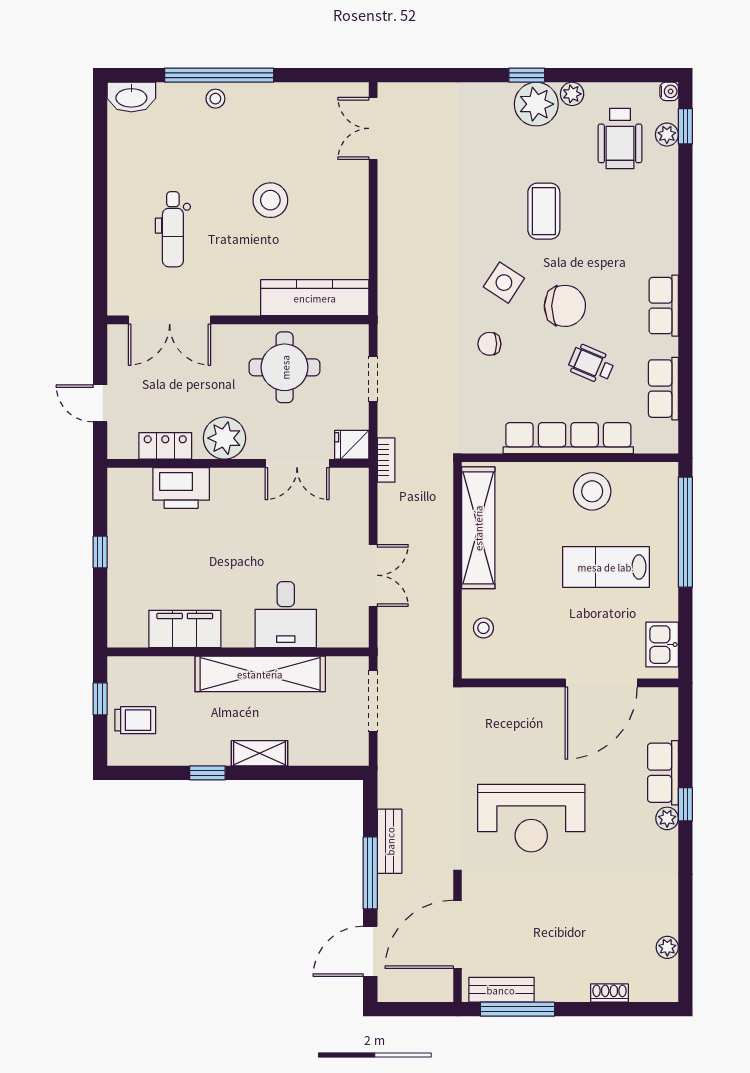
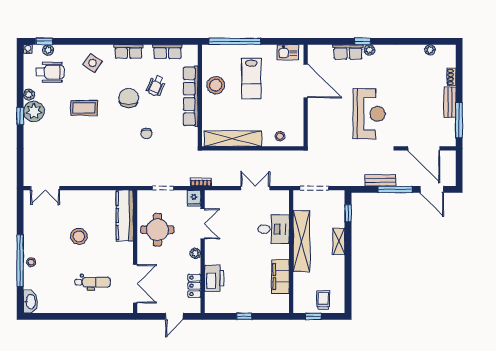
side table: (504, 283) -> (93, 63), moved
plant: (224, 438) -> (195, 253), width x0.53, depth x0.53
window: (207, 773) -> (348, 213), moved
bench: (501, 990) -> (450, 102), moved

